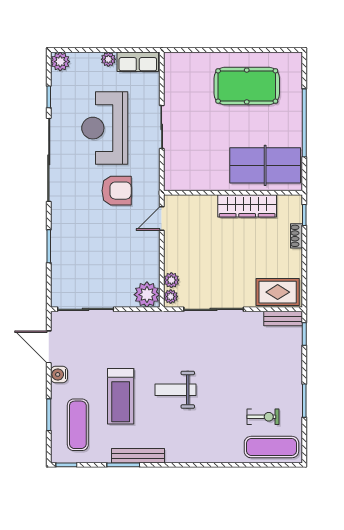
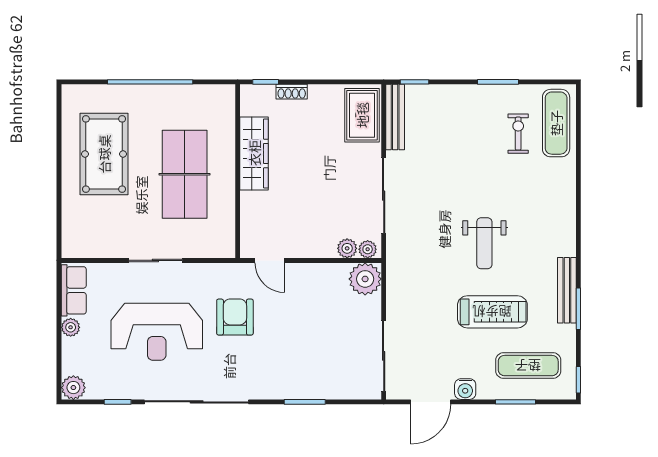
table tennis table: (265, 165) -> (185, 174), moved
bench: (283, 319) -> (395, 117), width x1.36

